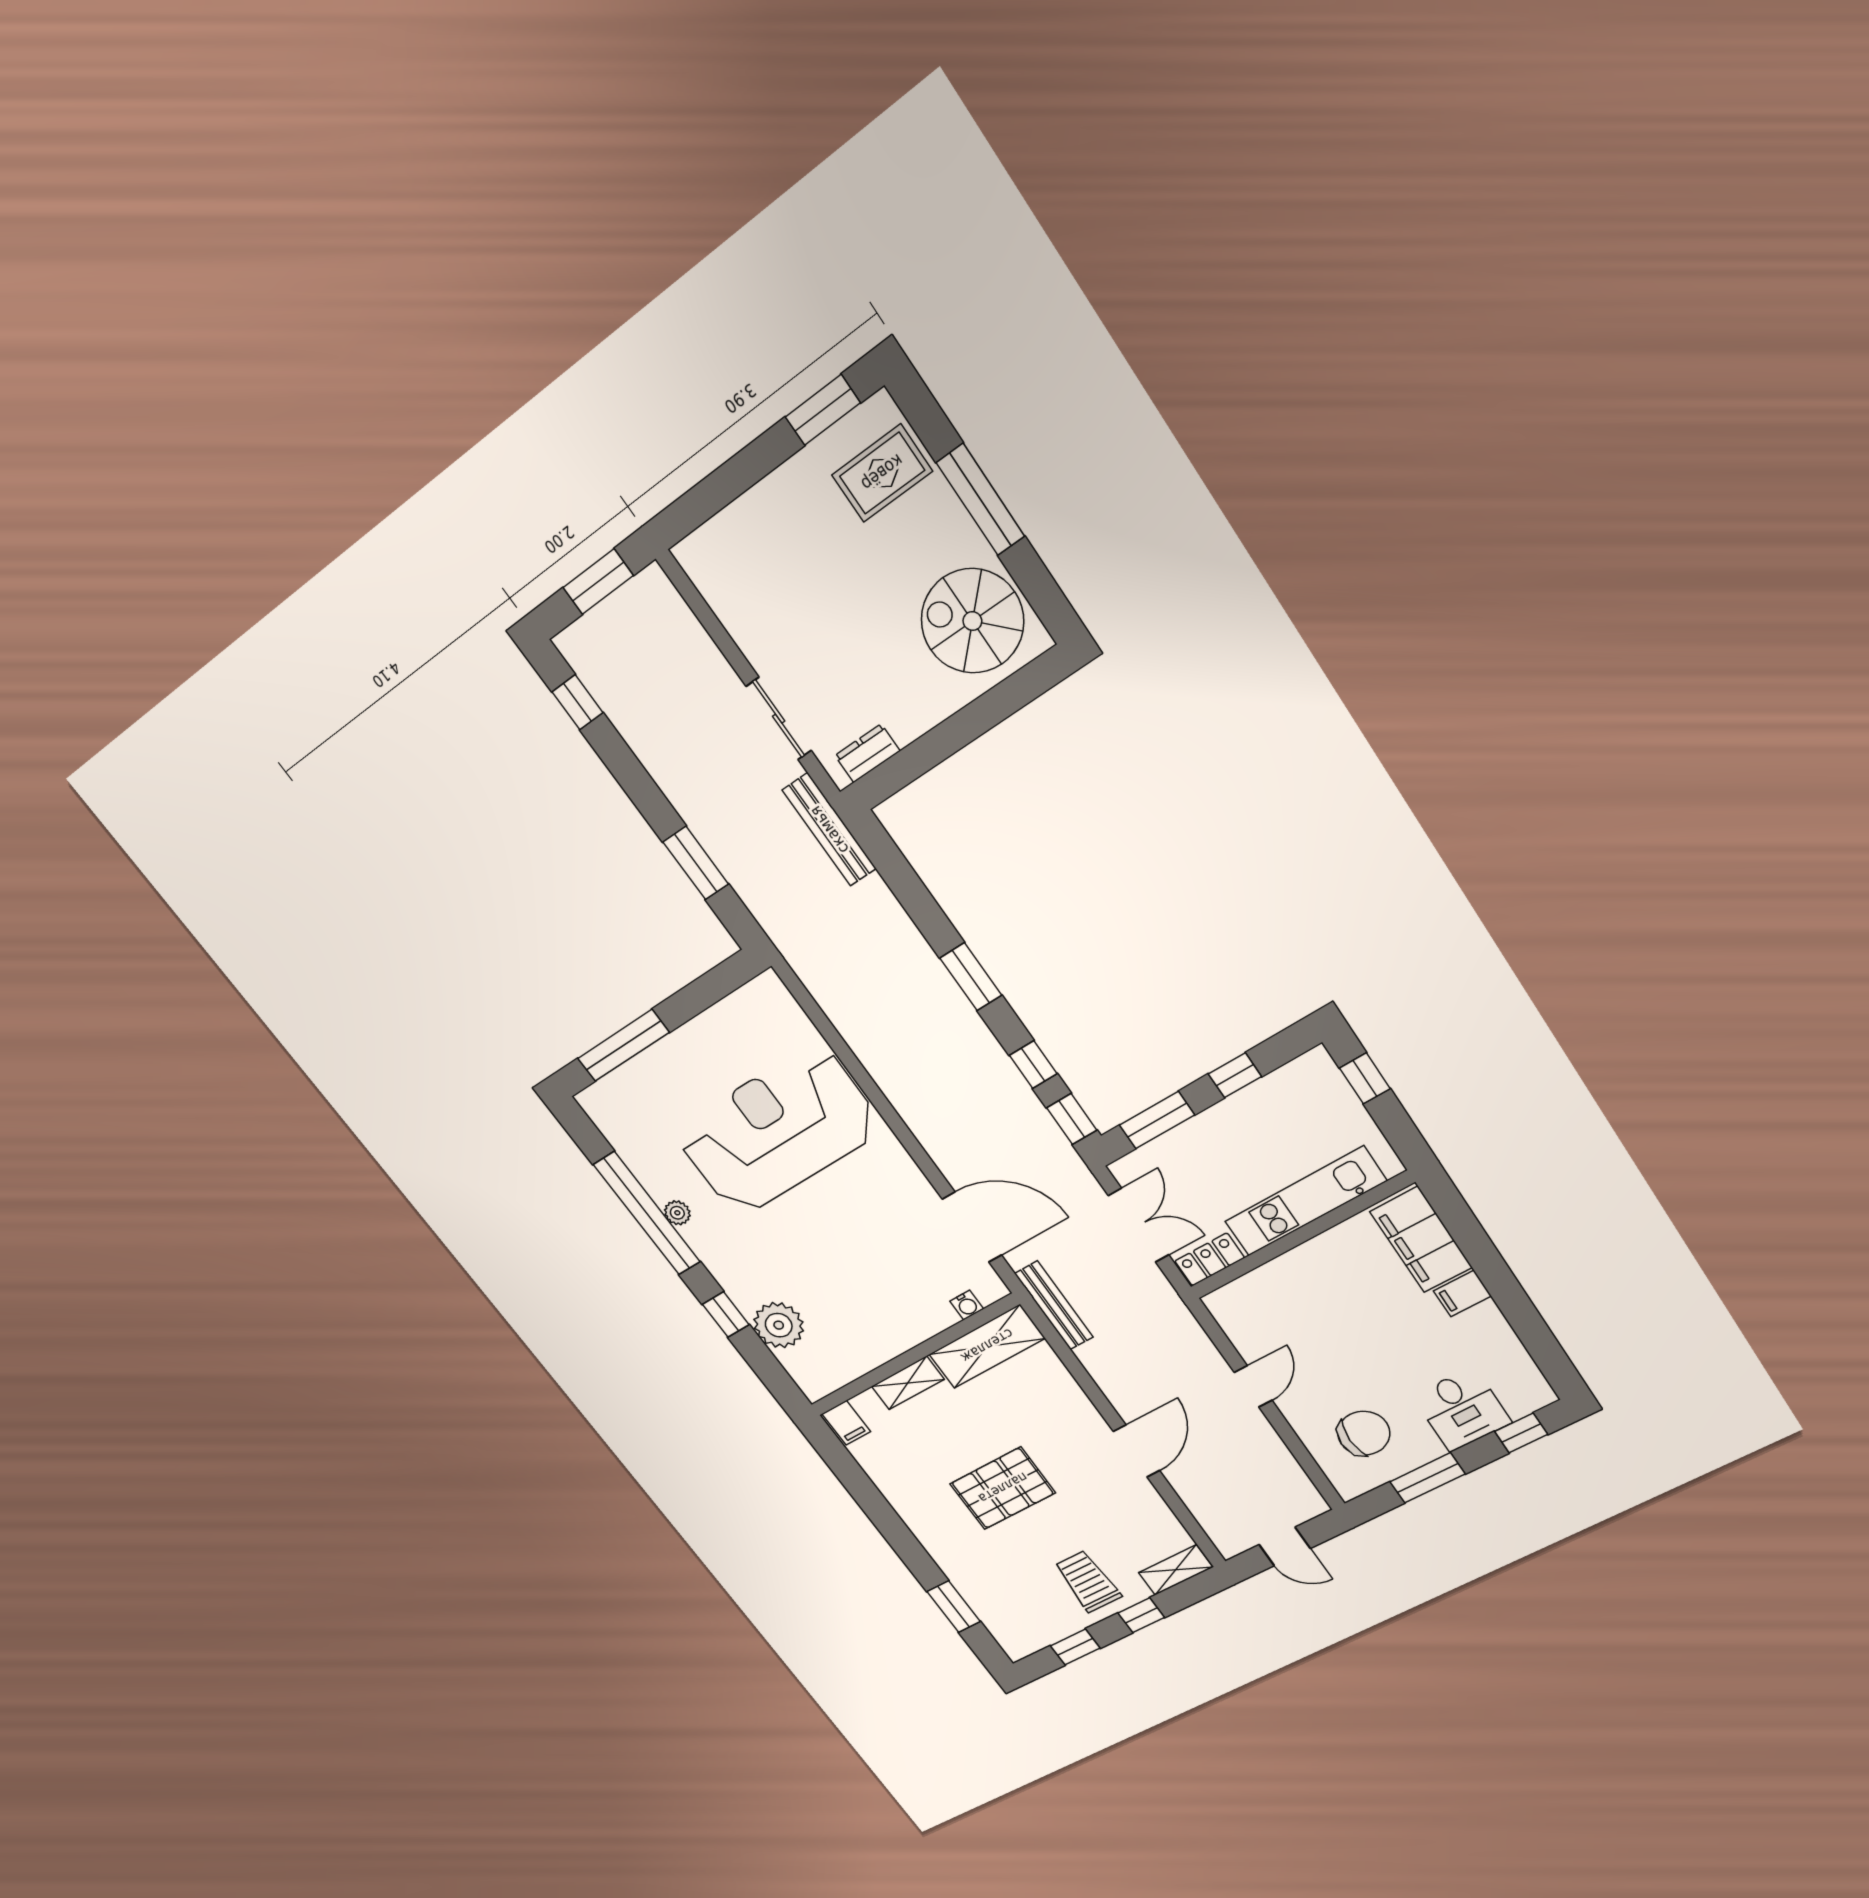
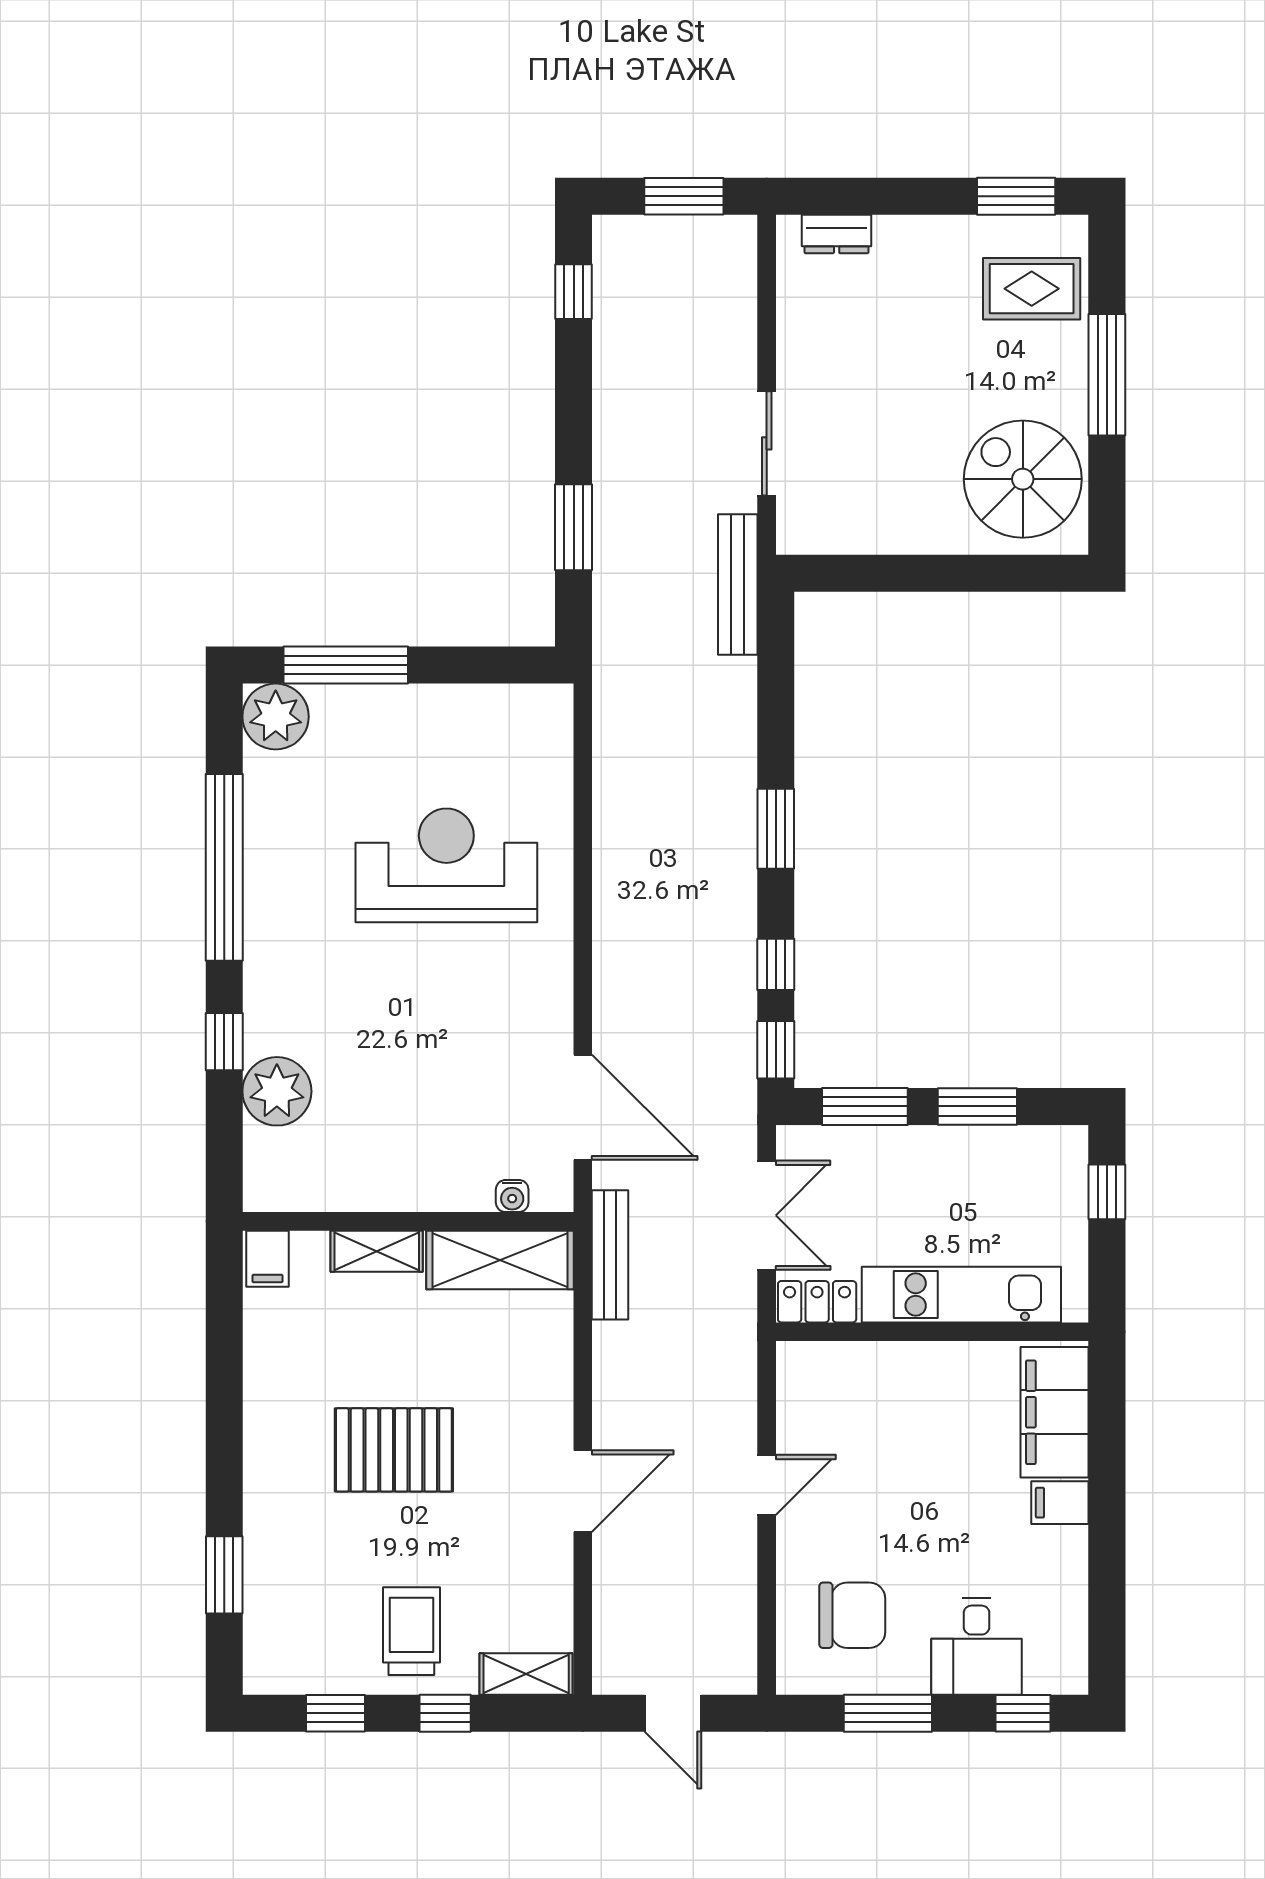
dresser: (867, 753) -> (837, 234), moved, turned 180
window: (1235, 1075) -> (977, 1106), width x1.50
reception desk: (778, 1131) -> (446, 865), width x0.74, depth x0.77
plant: (677, 1213) -> (276, 717), moved, width x1.87, depth x1.87

